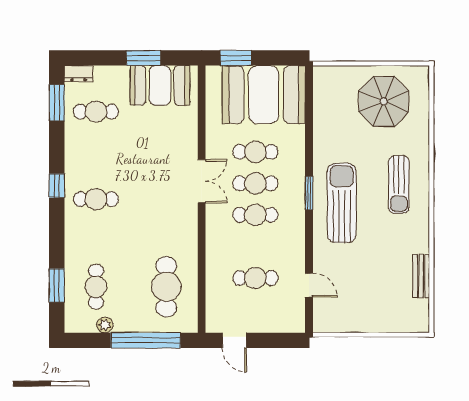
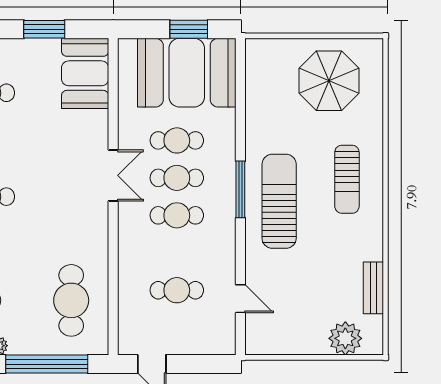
window: (236, 58) -> (189, 29), moved
booth: (160, 85) -> (85, 73), moved, turned 90
window: (309, 193) -> (240, 189), width x1.44
plant: (397, 319) -> (345, 338), added

